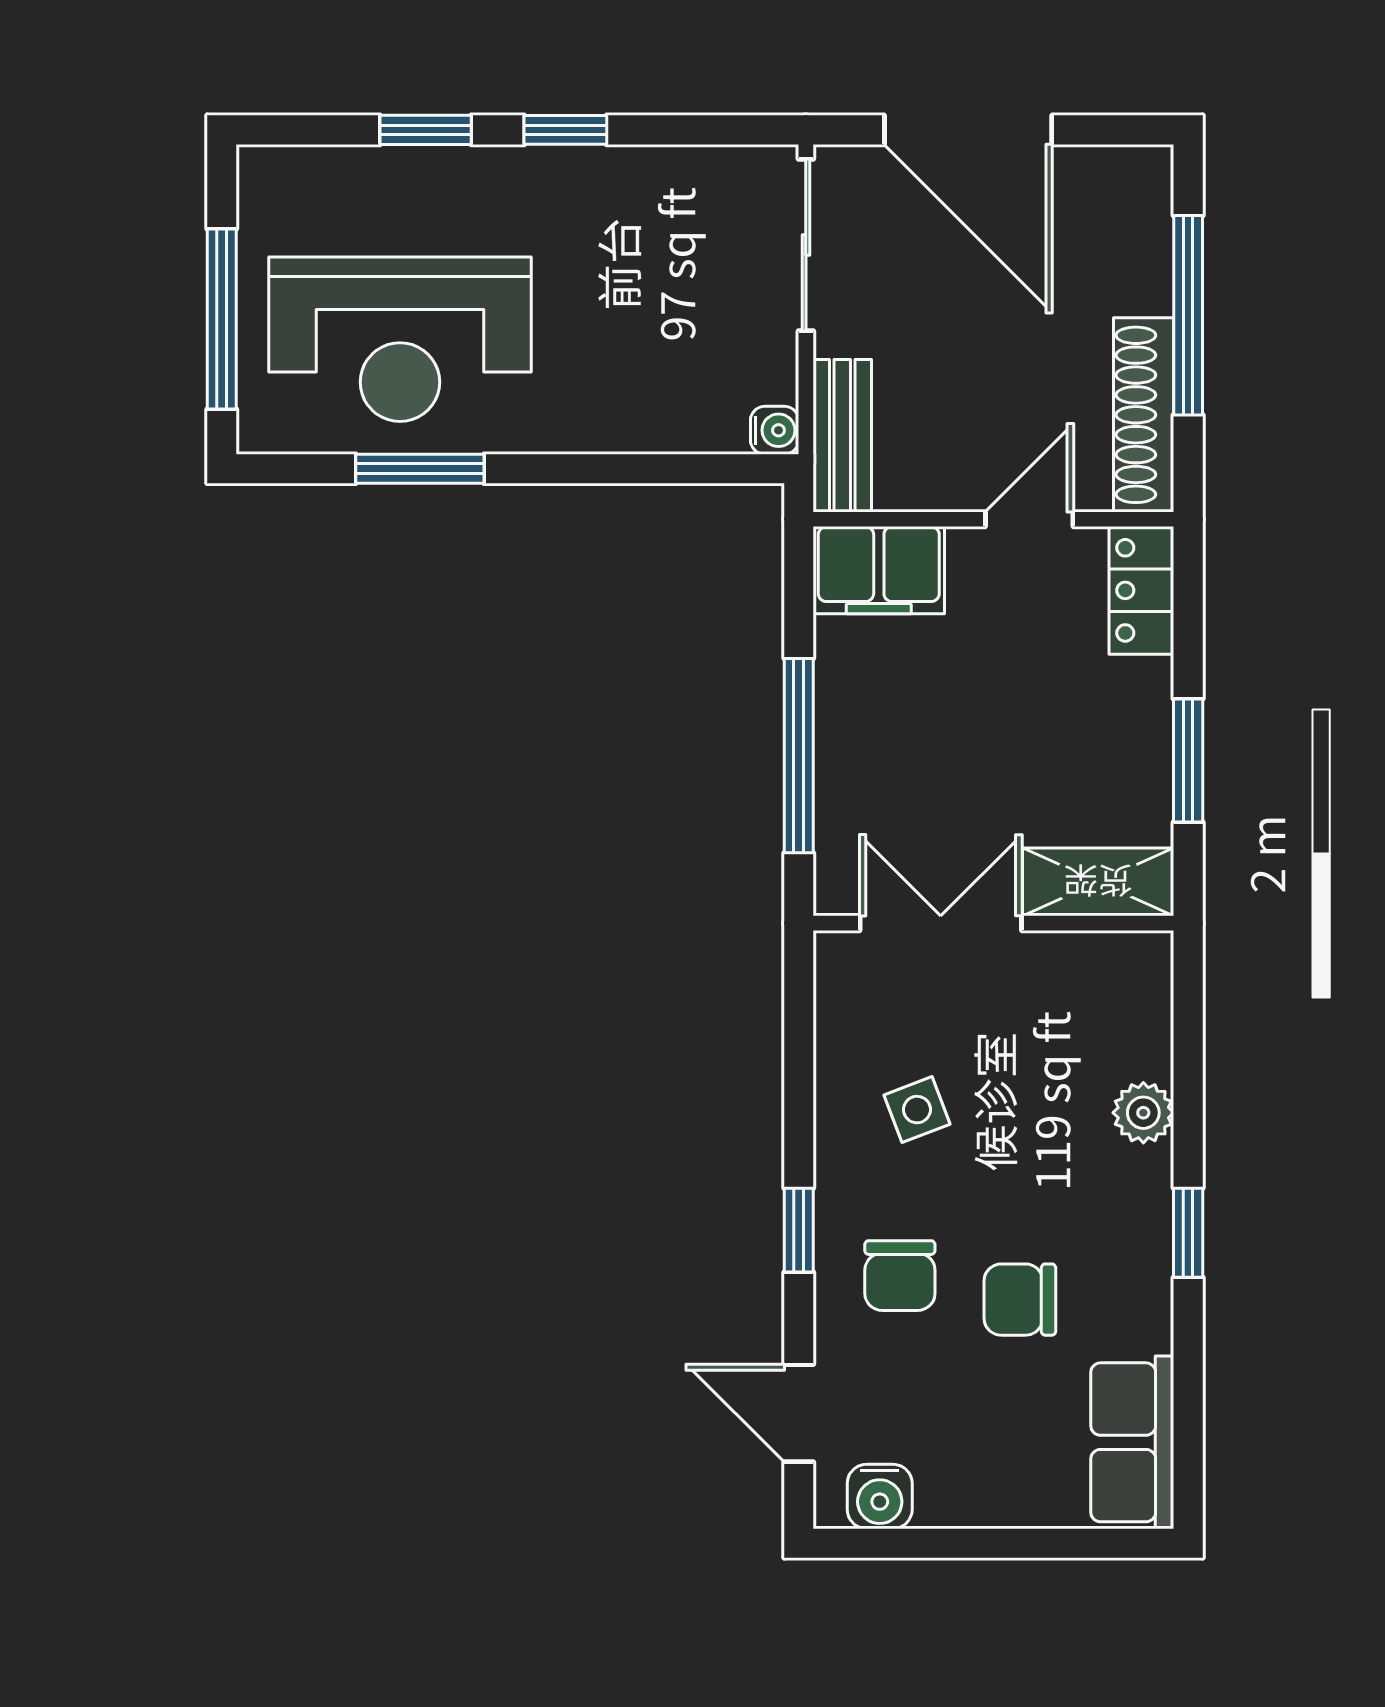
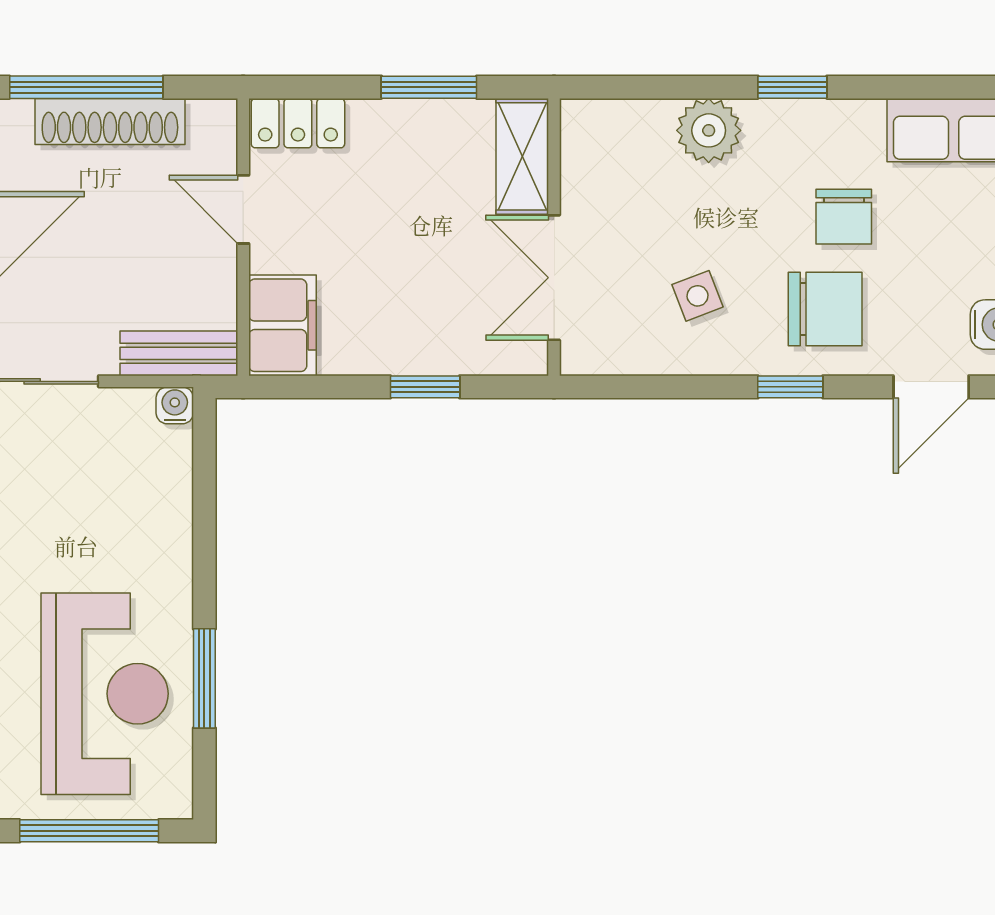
shoe rack: (1144, 415) -> (110, 121), moved
window: (799, 756) -> (425, 387), width x0.46
plant: (1143, 1113) -> (709, 130), width x1.38, depth x1.38
chair: (900, 1276) -> (825, 309), width x1.37, depth x1.37

